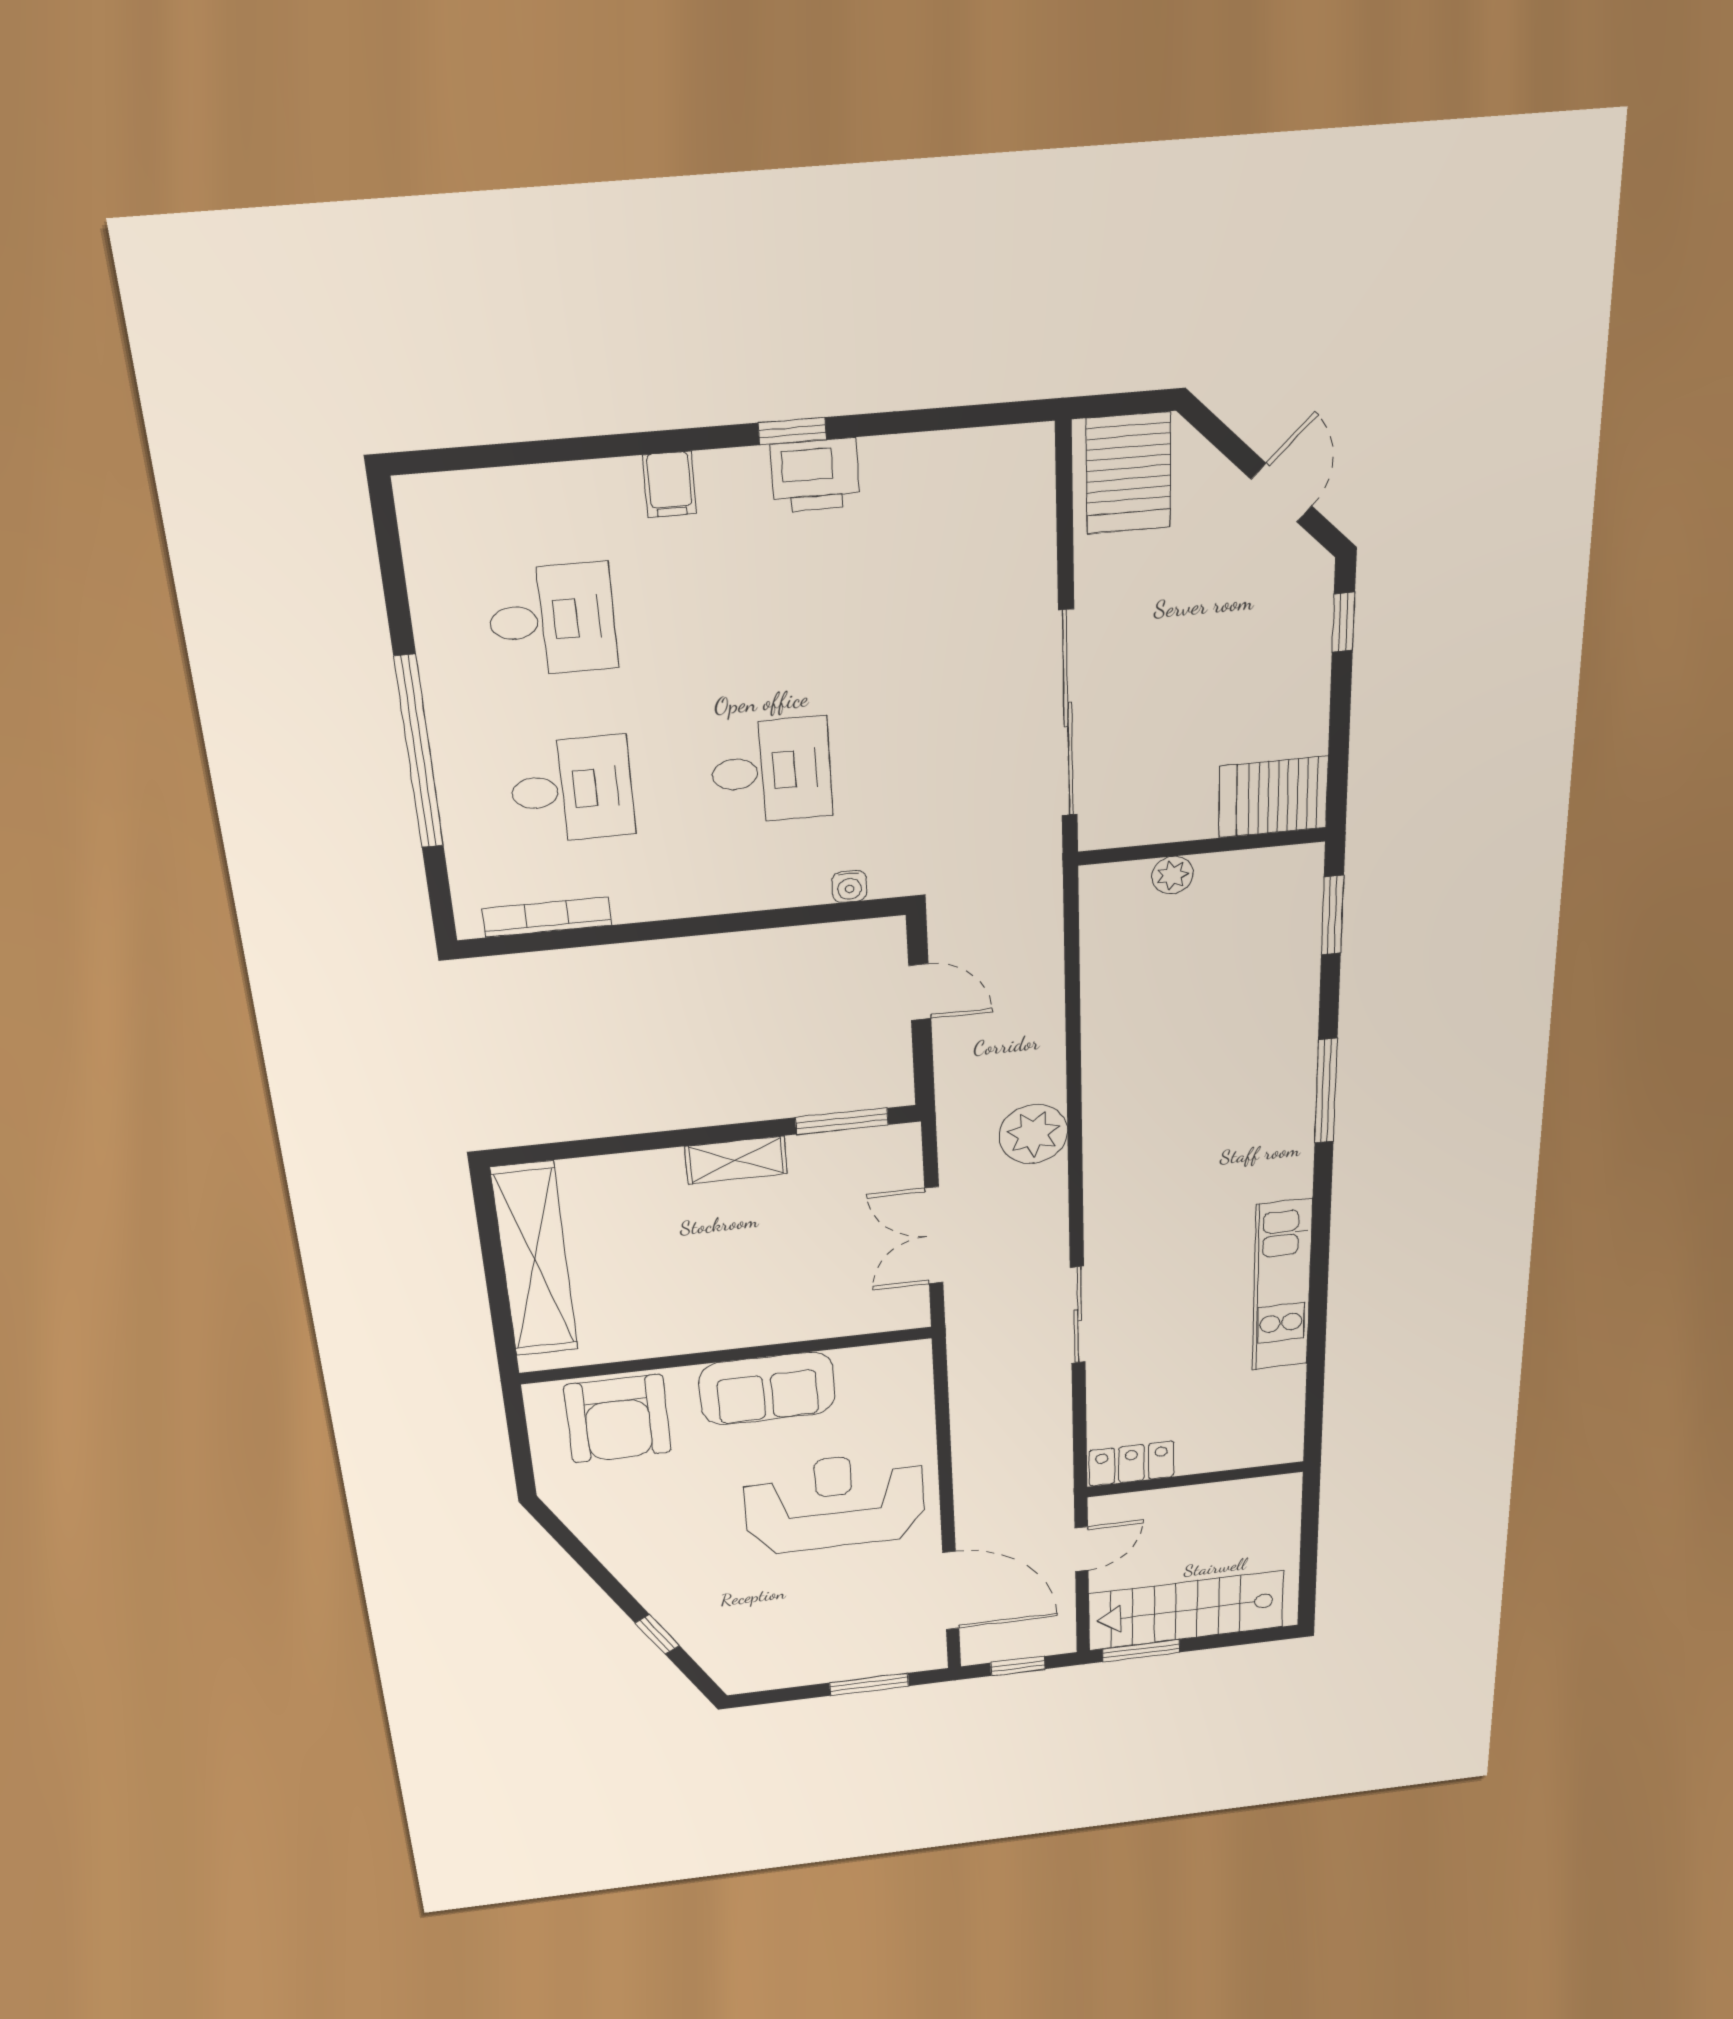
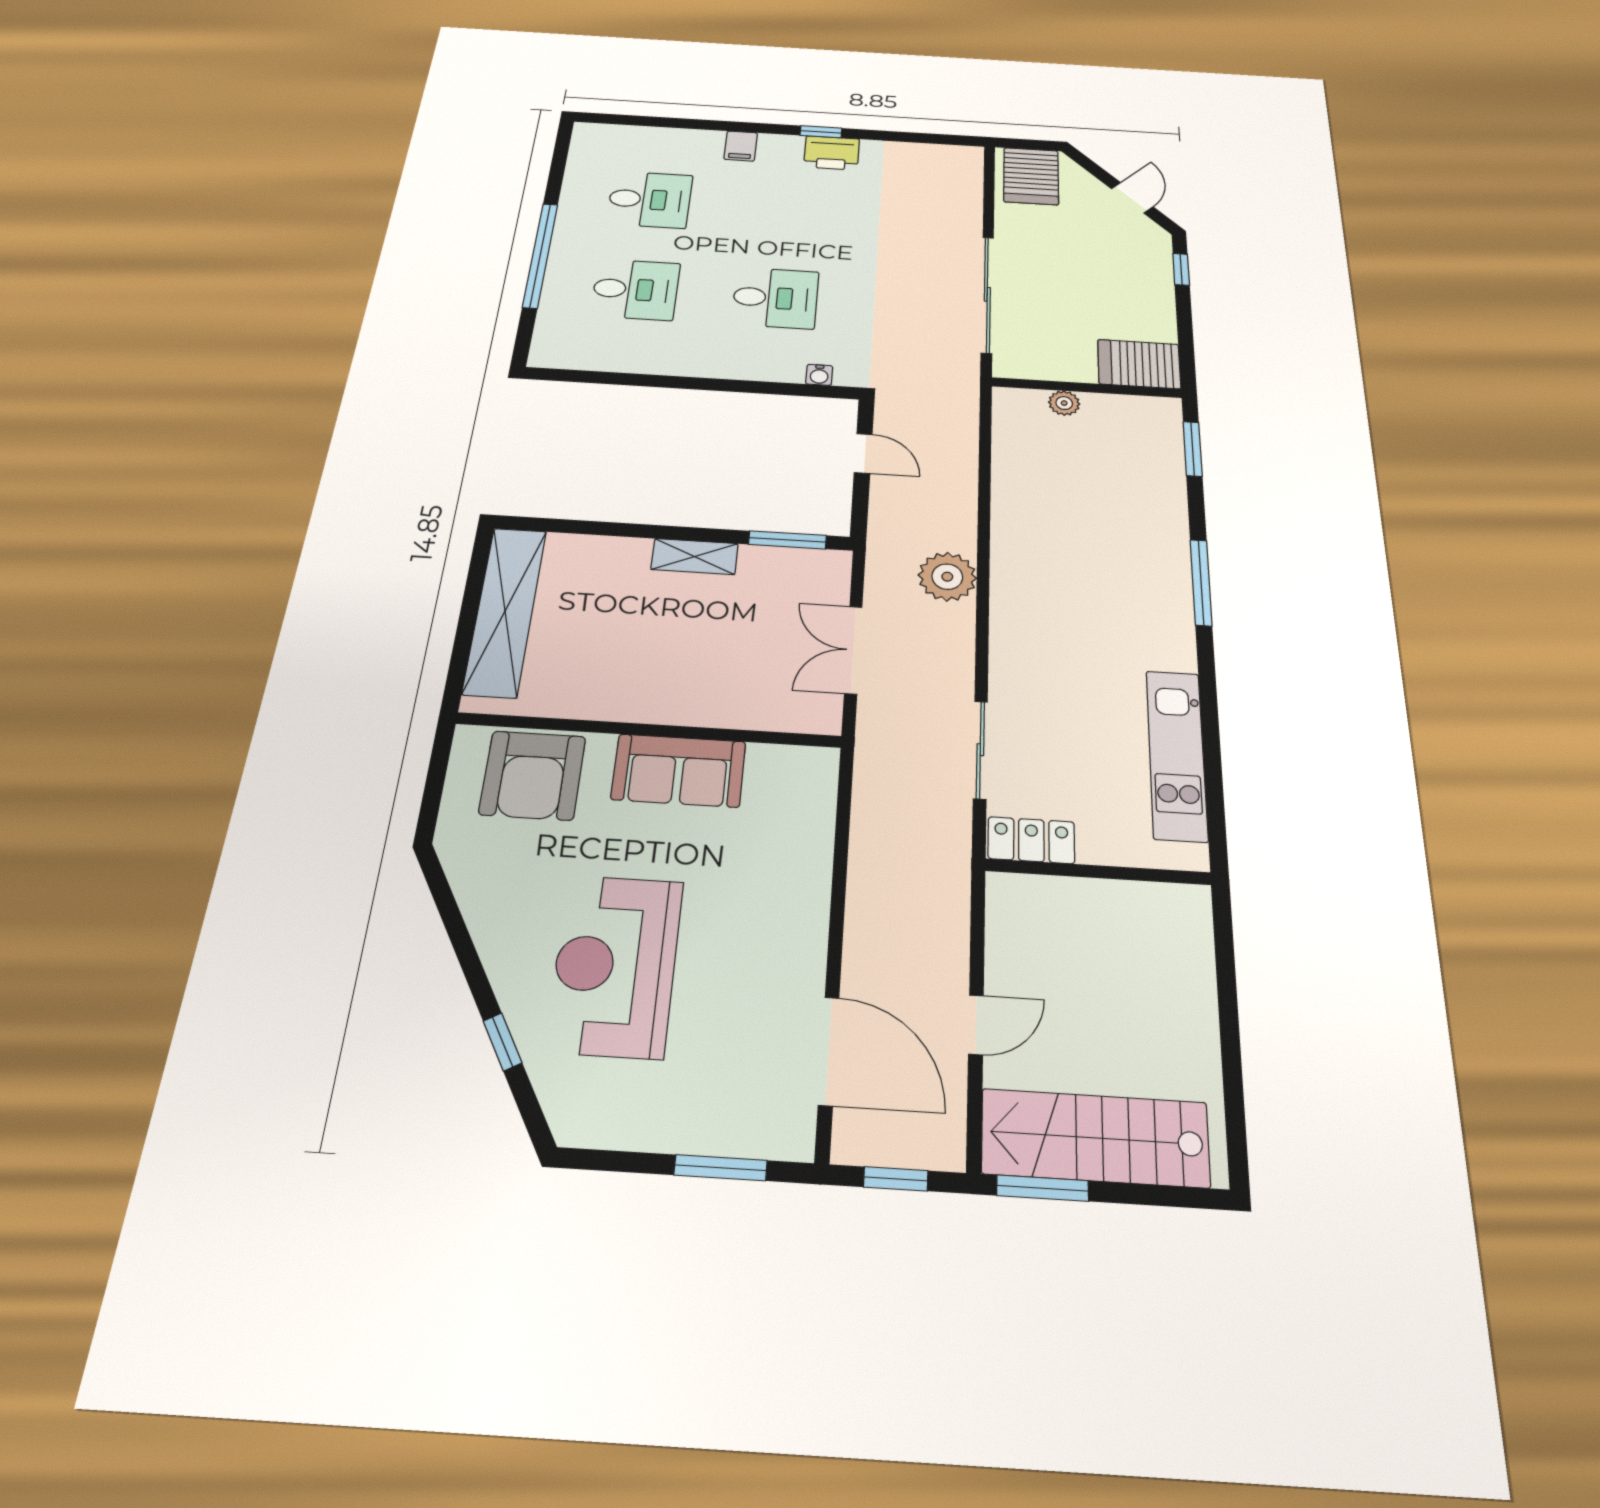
bookcase: (547, 917) -> (595, 362), removed
locker: (1131, 1464) -> (1031, 840), moved
wall: (1196, 1479) -> (1098, 872), moved
reception desk: (835, 1503) -> (615, 965), moved, turned -90

